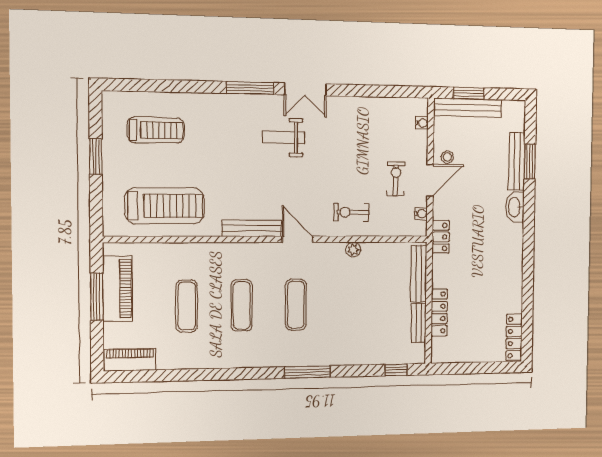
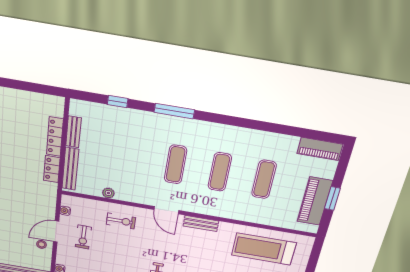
bench: (252, 228) -> (201, 223), width x0.73
locker: (441, 237) -> (52, 169), moved
plant: (353, 250) -> (108, 193), moved
window: (97, 297) -> (332, 198), width x0.69
window: (396, 370) -> (118, 102), moved

